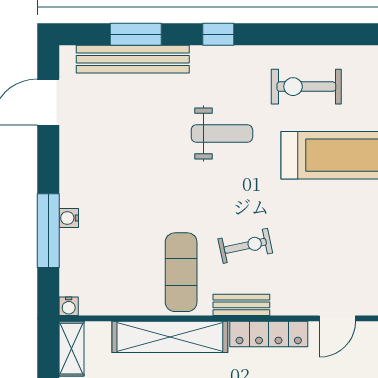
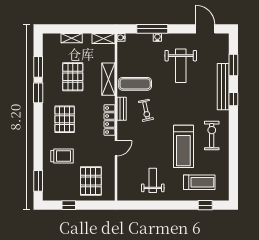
bench: (133, 59) -> (223, 87), moved
weight bench: (222, 134) -> (181, 66), moved, width x1.36, depth x1.33
door: (337, 318) -> (116, 148), swing flipped
shelving: (170, 337) -> (108, 79), width x0.68

